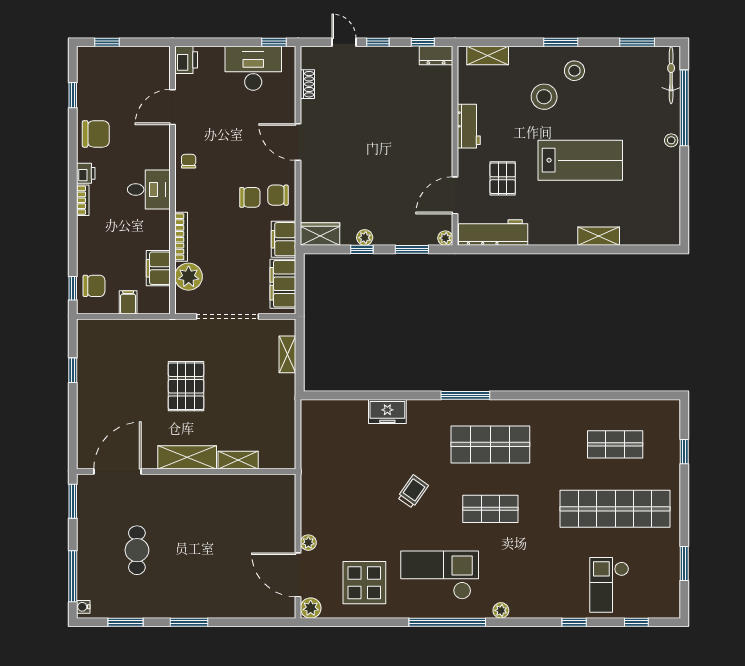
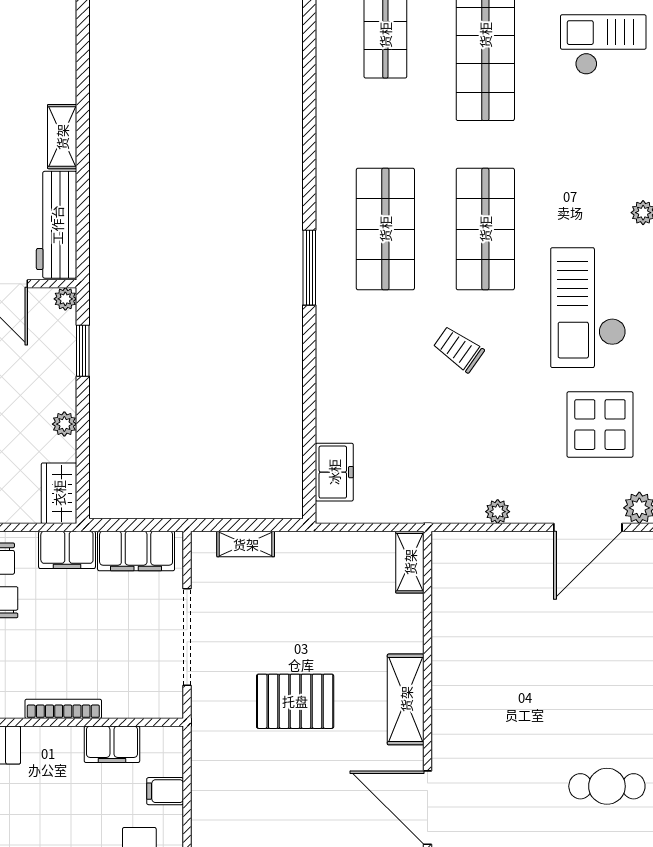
shelving: (599, 236) -> (62, 137), moved
window: (362, 249) -> (83, 428), removed
plant: (189, 277) -> (125, 697), removed
freezer: (387, 411) -> (334, 472), moved
shelving: (238, 460) -> (410, 562), moved
shop shelf: (490, 509) -> (485, 229), width x1.43, depth x1.36
plant: (308, 543) -> (498, 512), moved
cafe table: (137, 550) -> (607, 786), moved
checkout: (609, 585) -> (603, 45), turned 180

